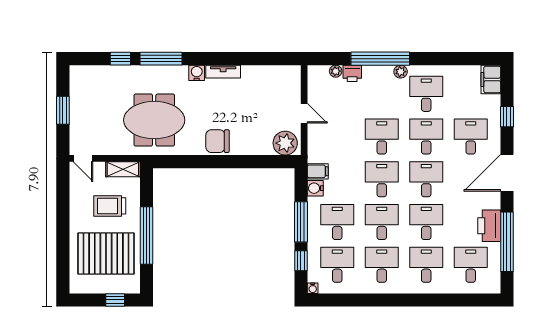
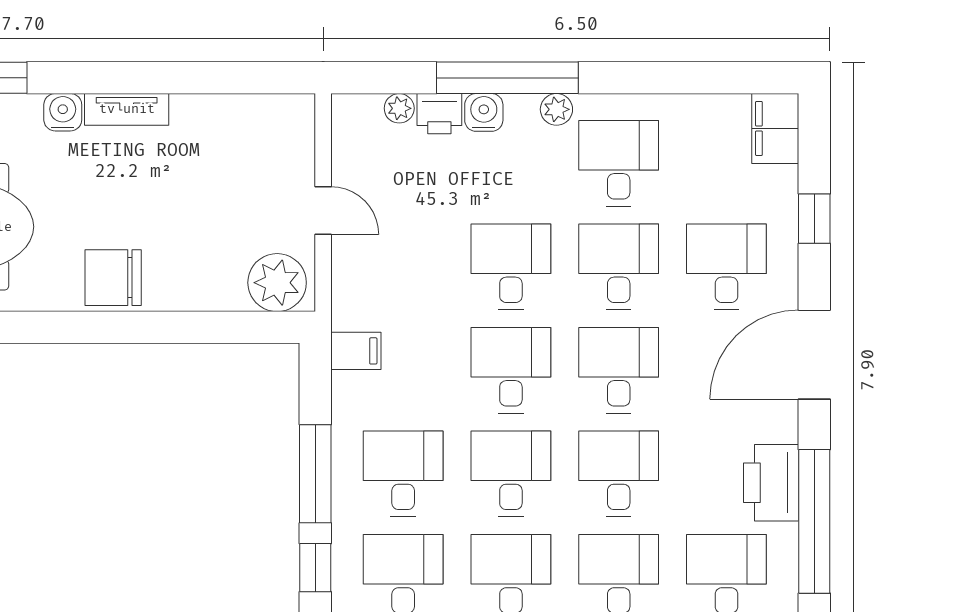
water cooler: (315, 188) -> (484, 112), moved, turned 90

